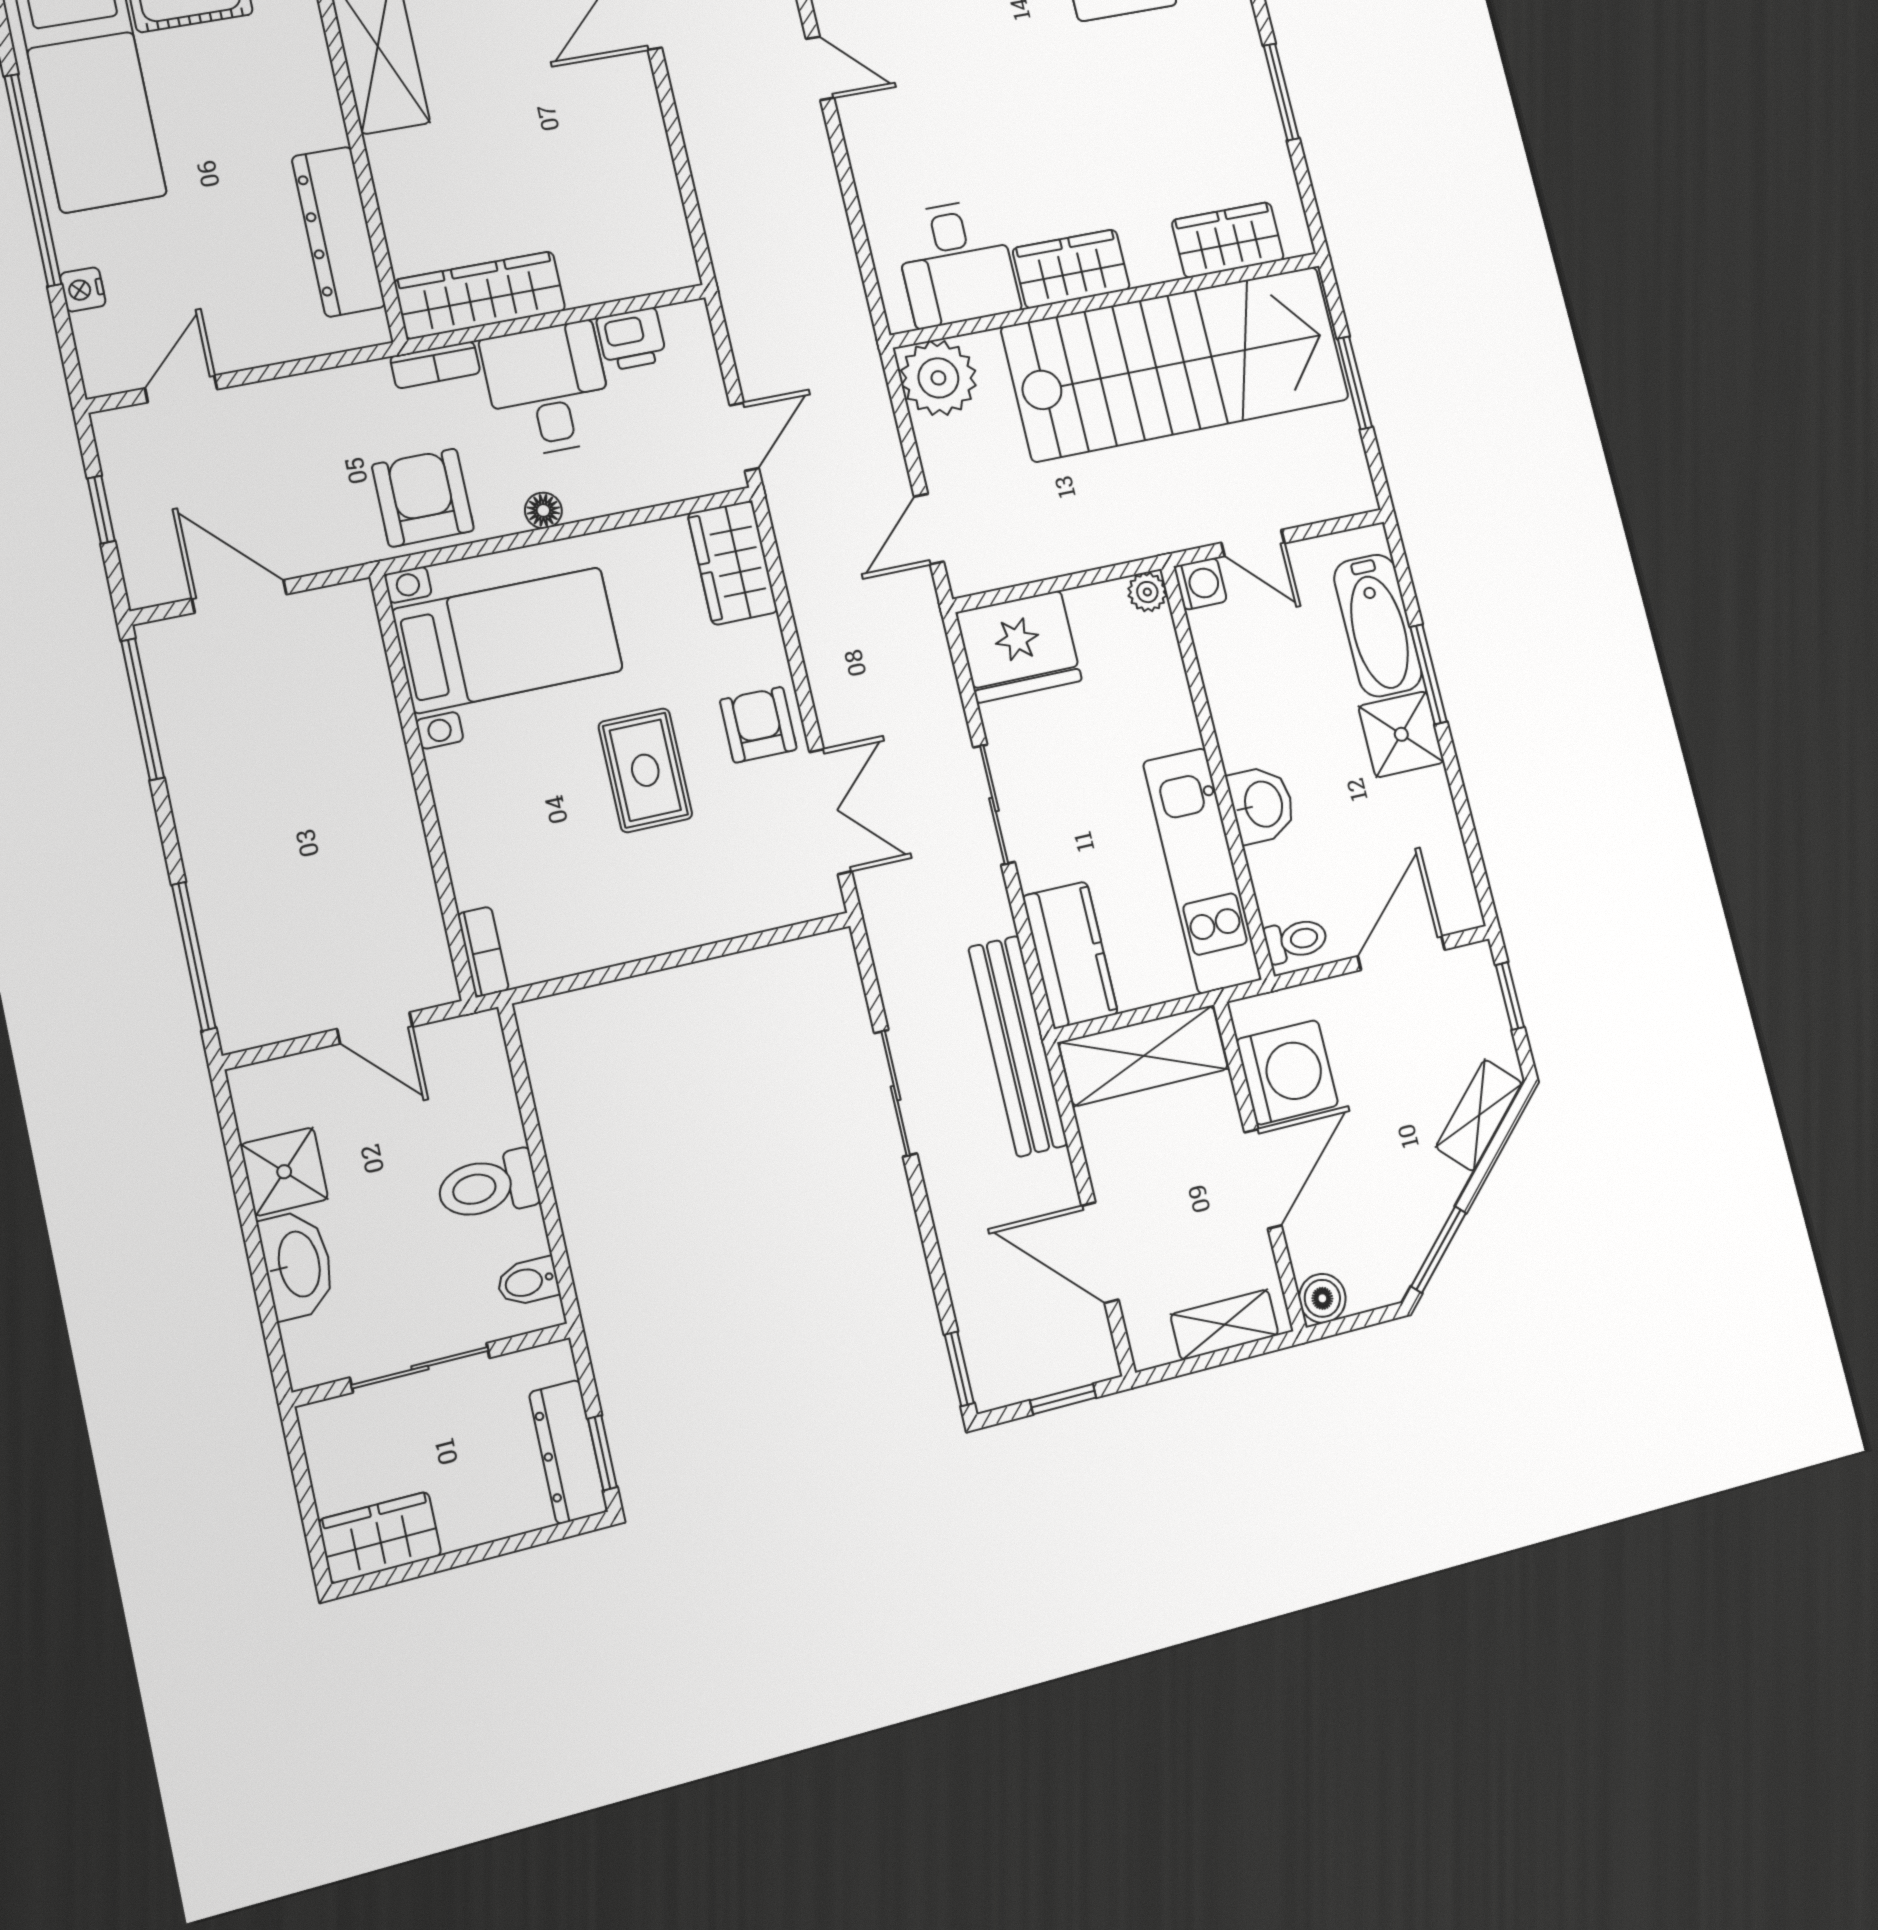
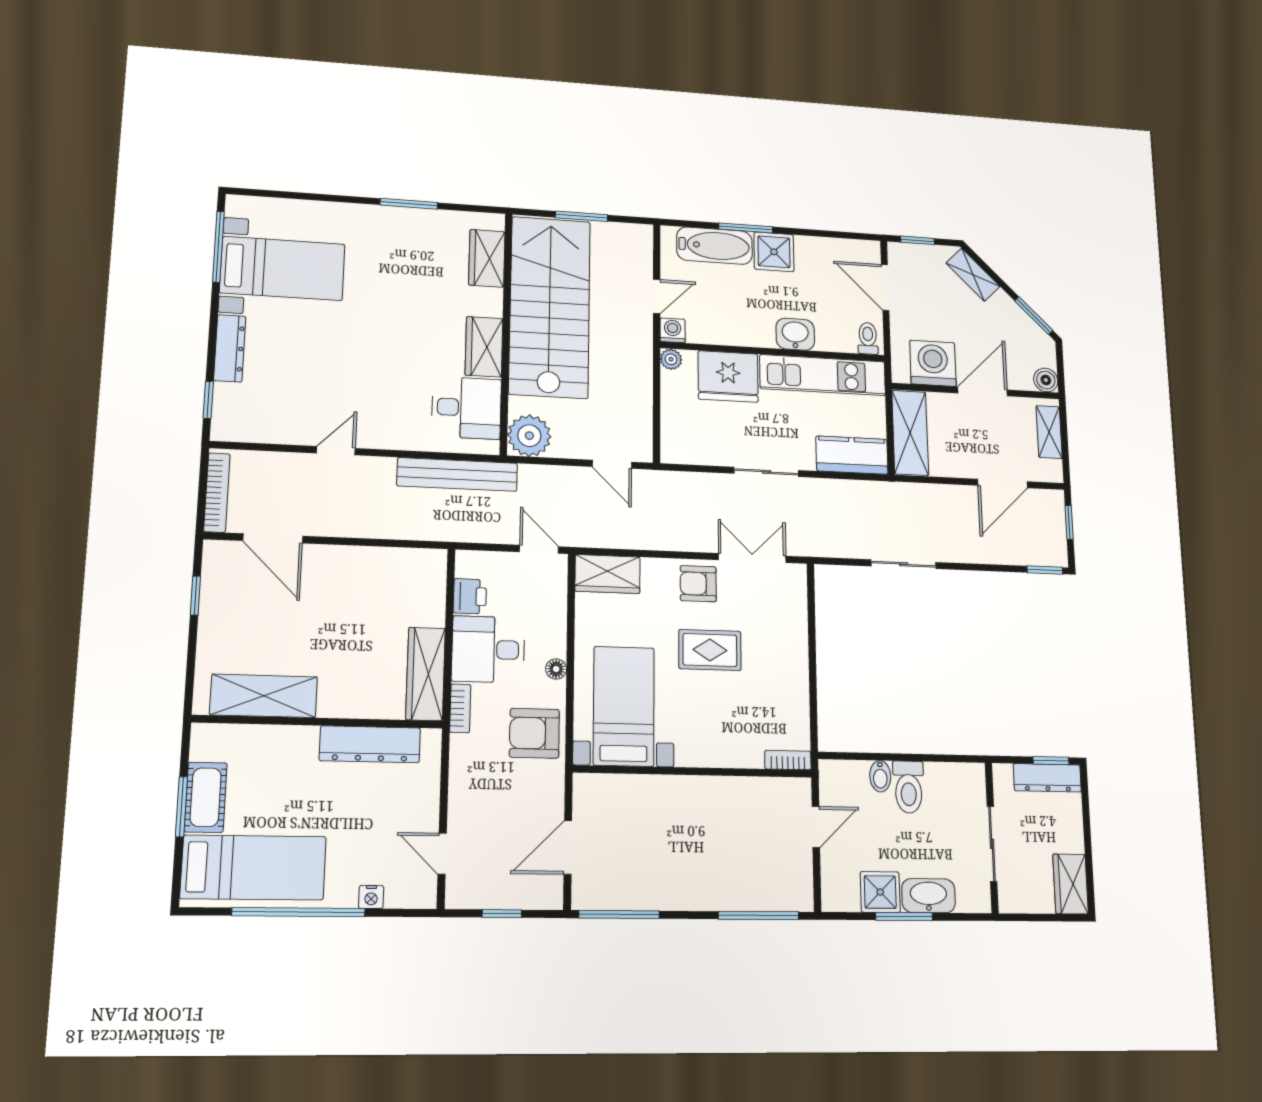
fridge: (1019, 647) -> (728, 376), moved, turned 90
bench: (1018, 1046) -> (457, 474), moved
door: (1263, 1179) -> (983, 391), hinge flipped
window: (250, 1226) -> (904, 916), added
bidet: (528, 1282) -> (880, 776), moved

